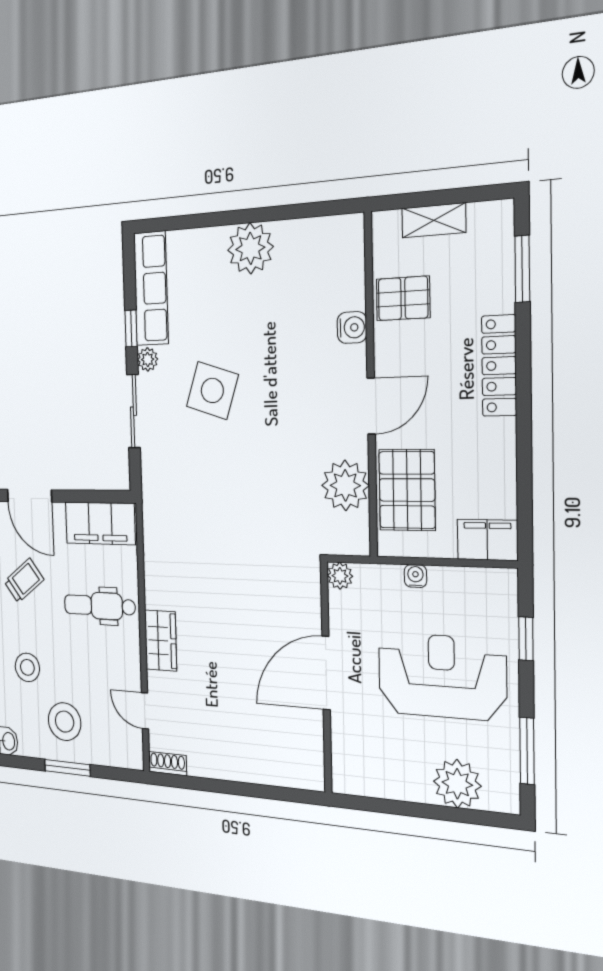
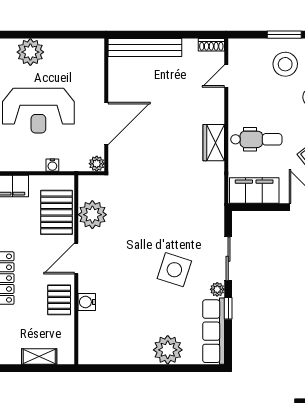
plant: (250, 248) -> (168, 350), moved
pallet: (403, 298) -> (59, 300), moved, turned 90
wardrobe: (161, 641) -> (214, 143), moved
door: (326, 673) -> (106, 123), moved
door: (145, 711) -> (226, 76), swing flipped
bench: (267, 770) -> (145, 48), added

